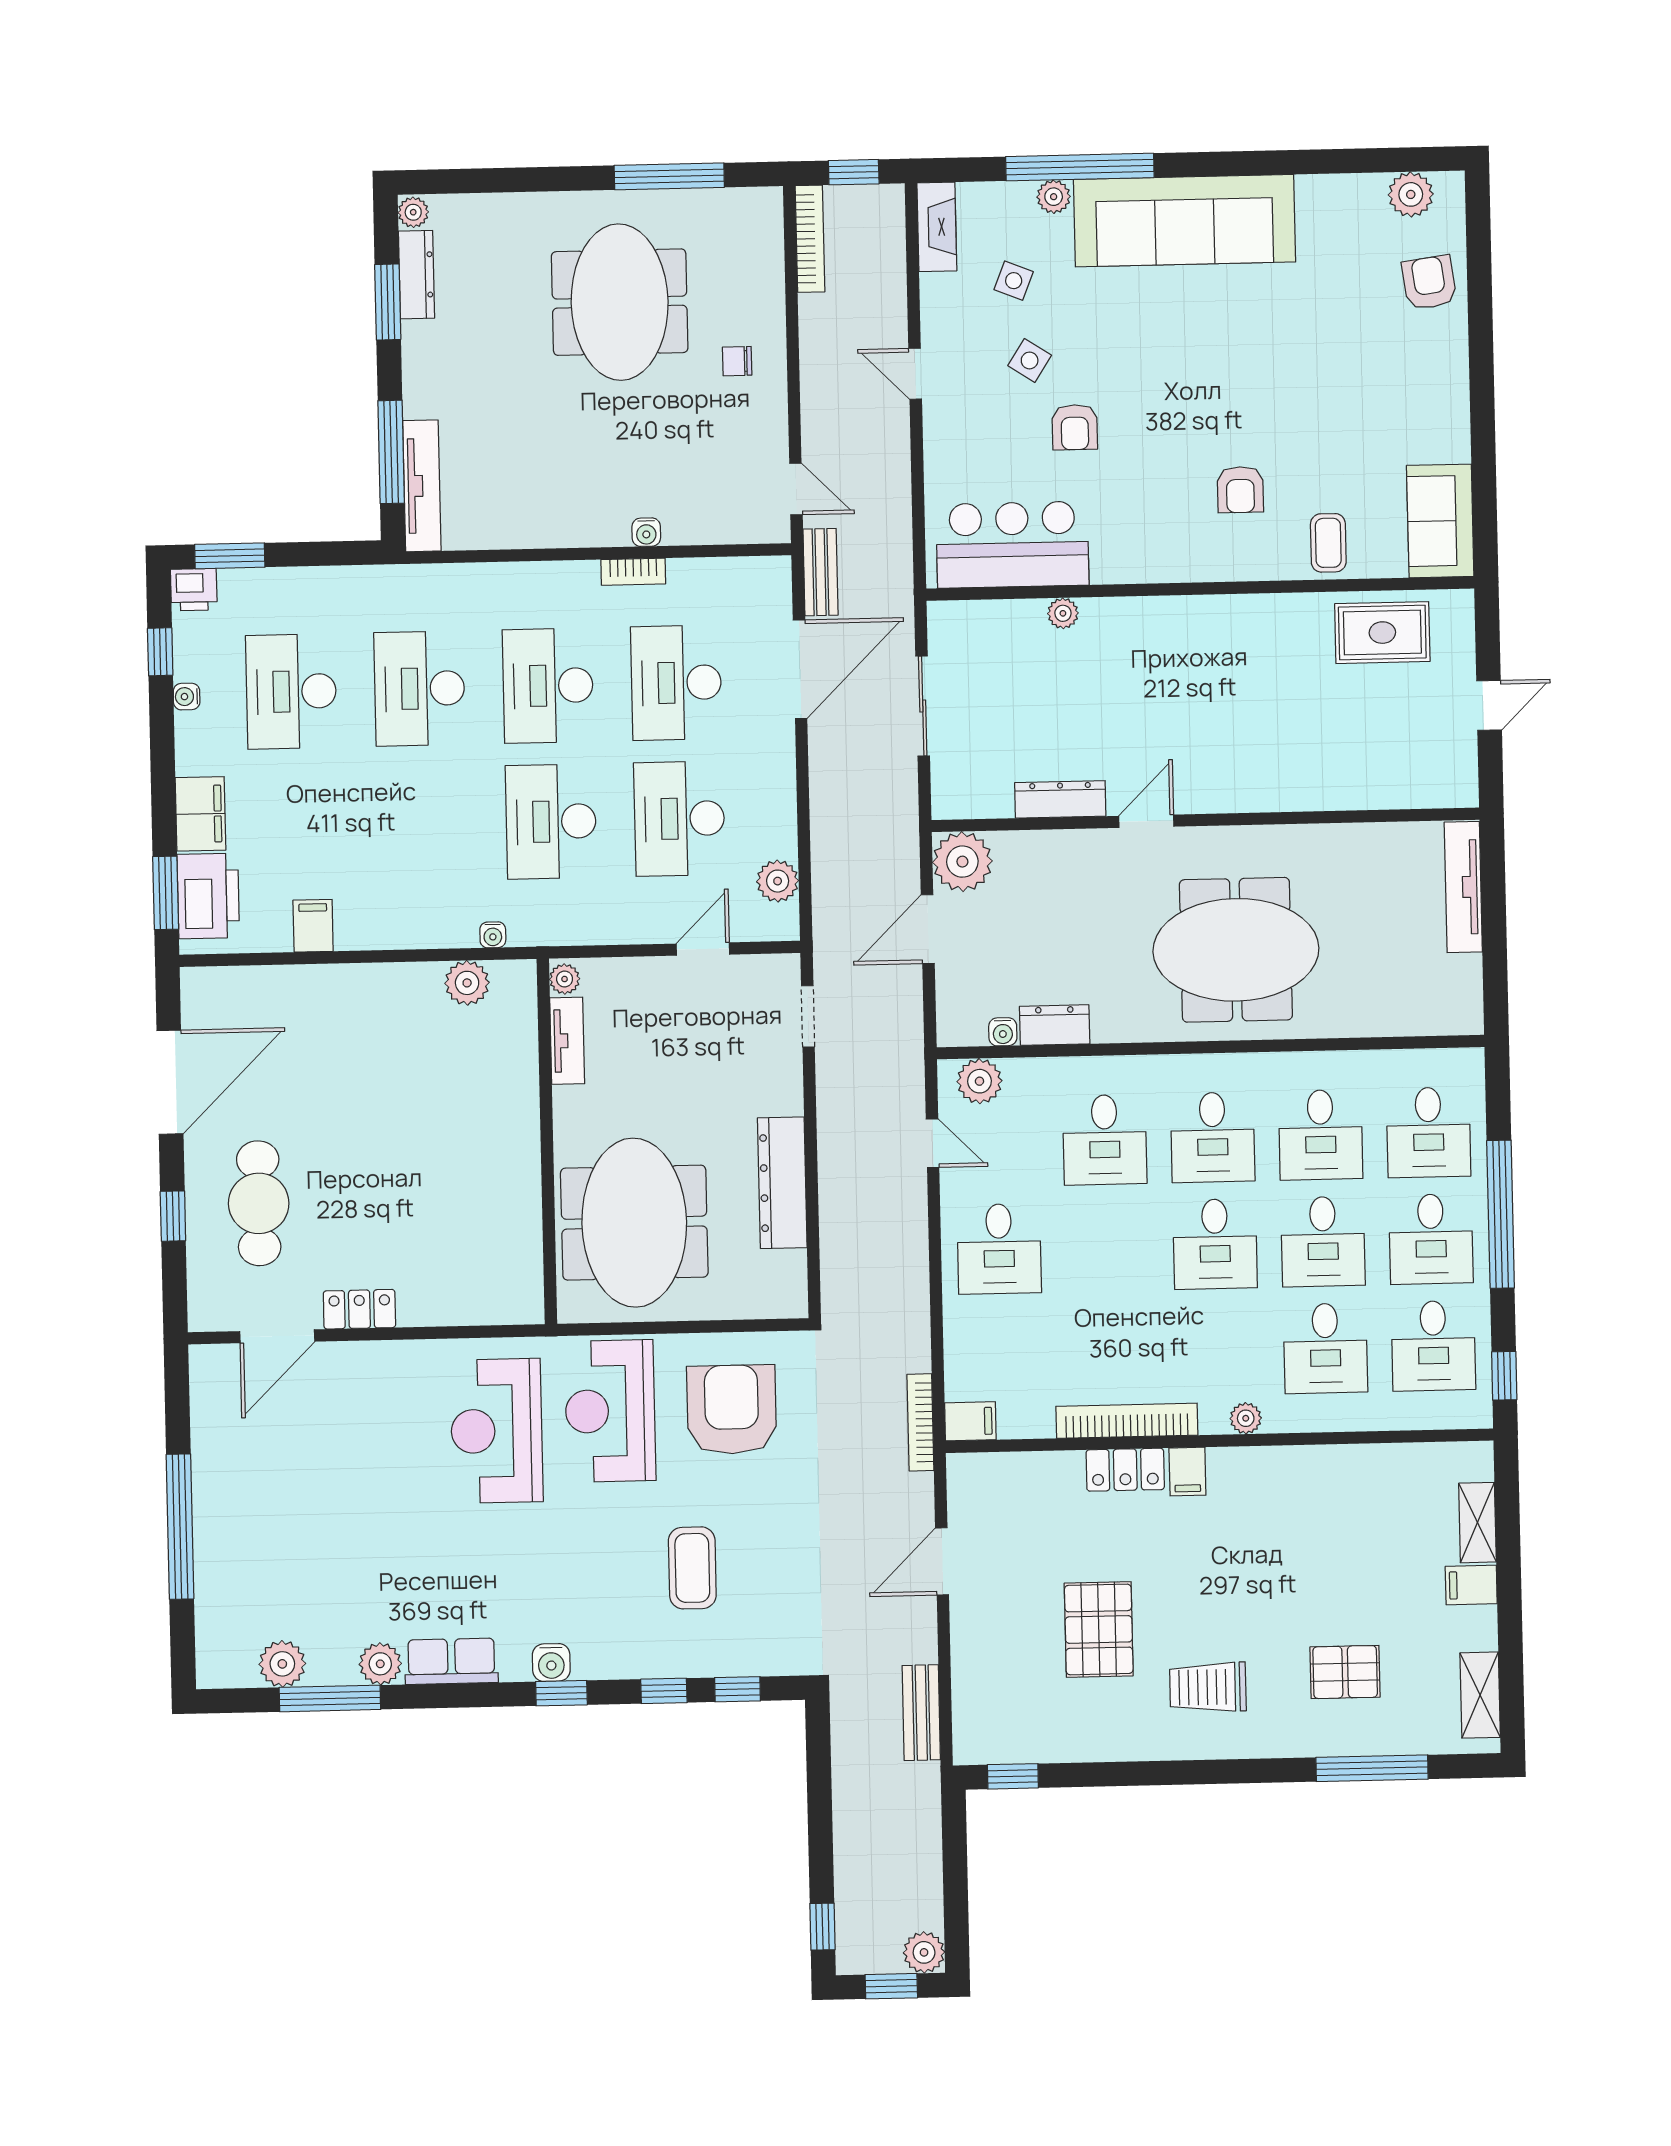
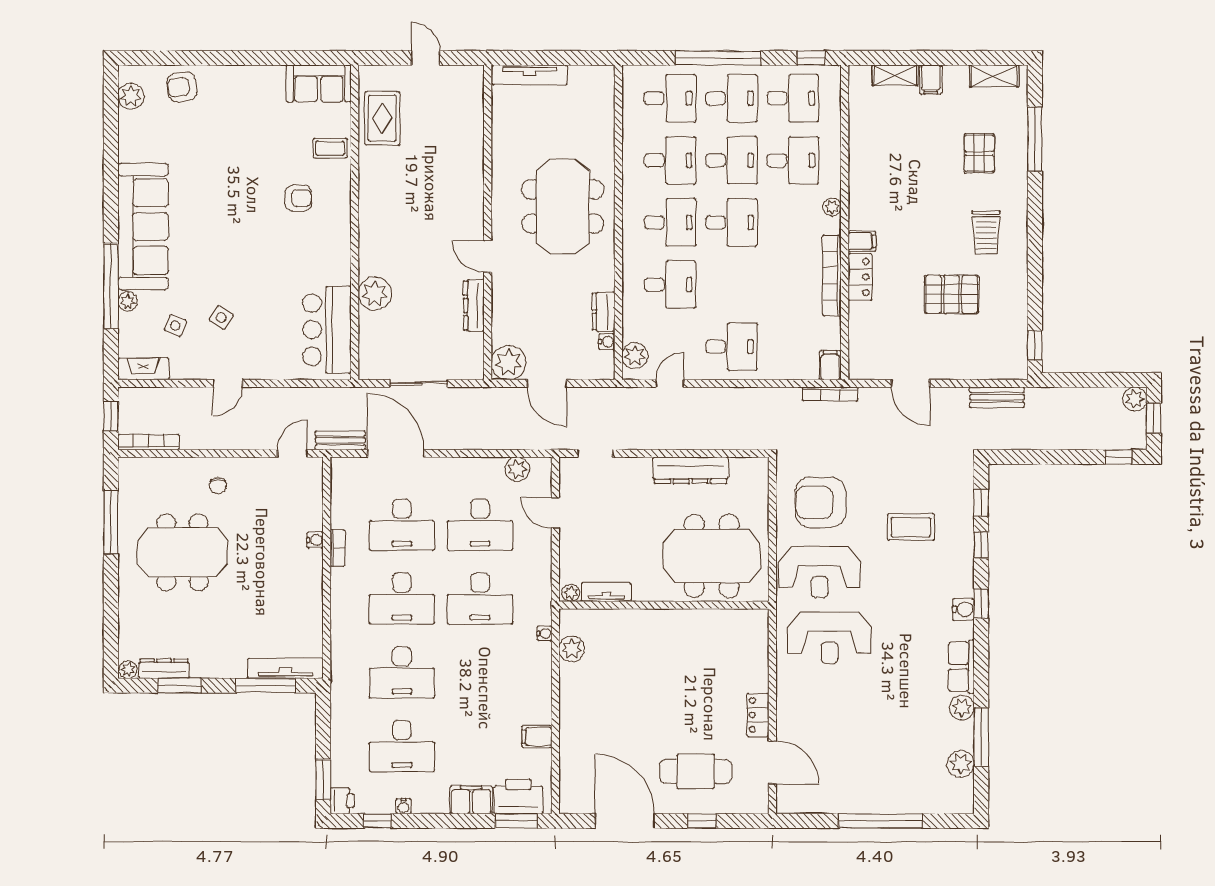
armchair: (1075, 427) -> (260, 292), removed
plant: (1063, 613) -> (375, 294), width x1.88, depth x1.88

